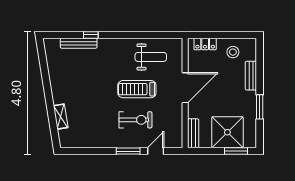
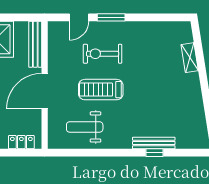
bench: (79, 43) -> (154, 143), moved
treadmill: (137, 89) -> (101, 90), turned 180
bench: (193, 133) -> (35, 44), width x1.36

